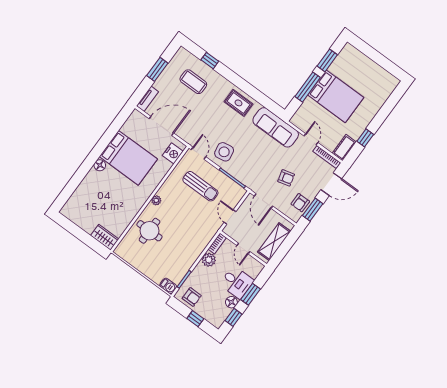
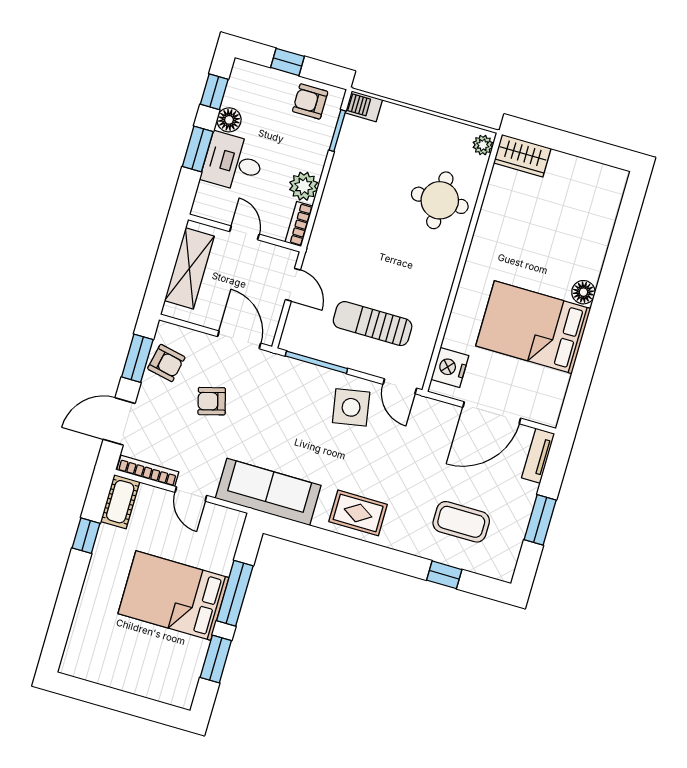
plant: (156, 200) -> (483, 145), moved
armchair: (300, 203) -> (166, 363), turned 102

